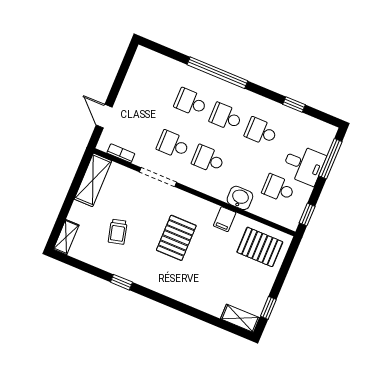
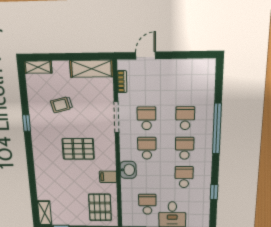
washbasin: (240, 198) -> (128, 170), moved

